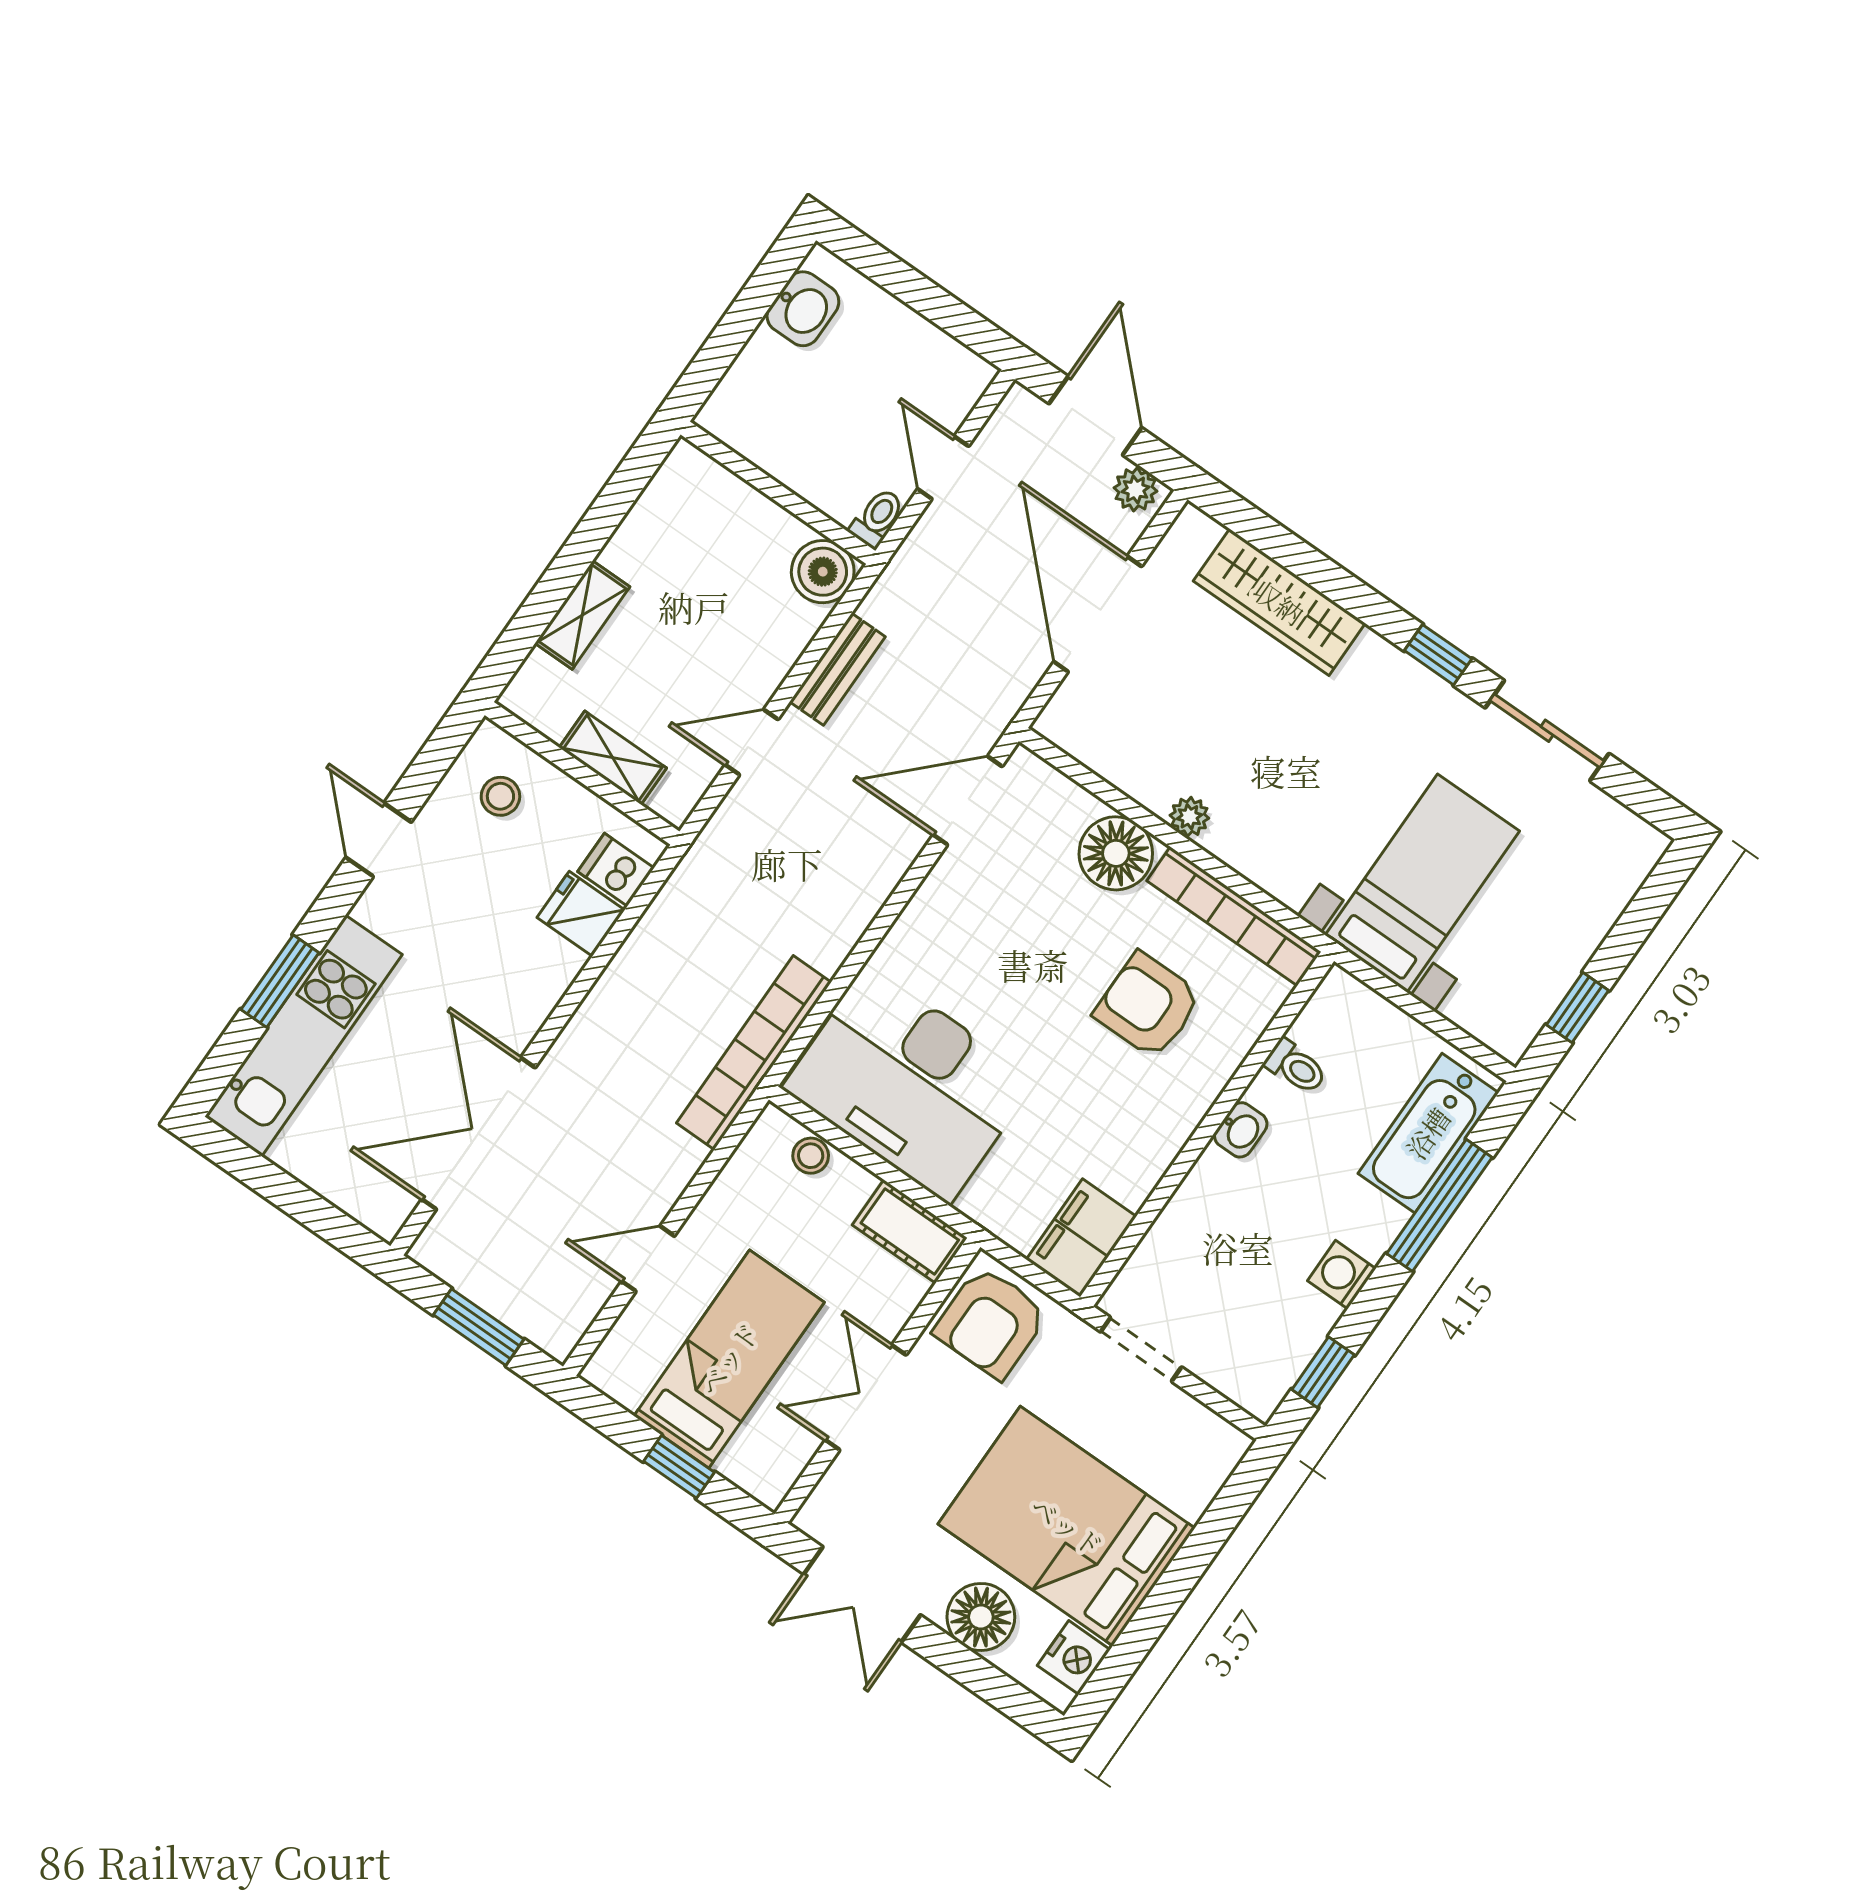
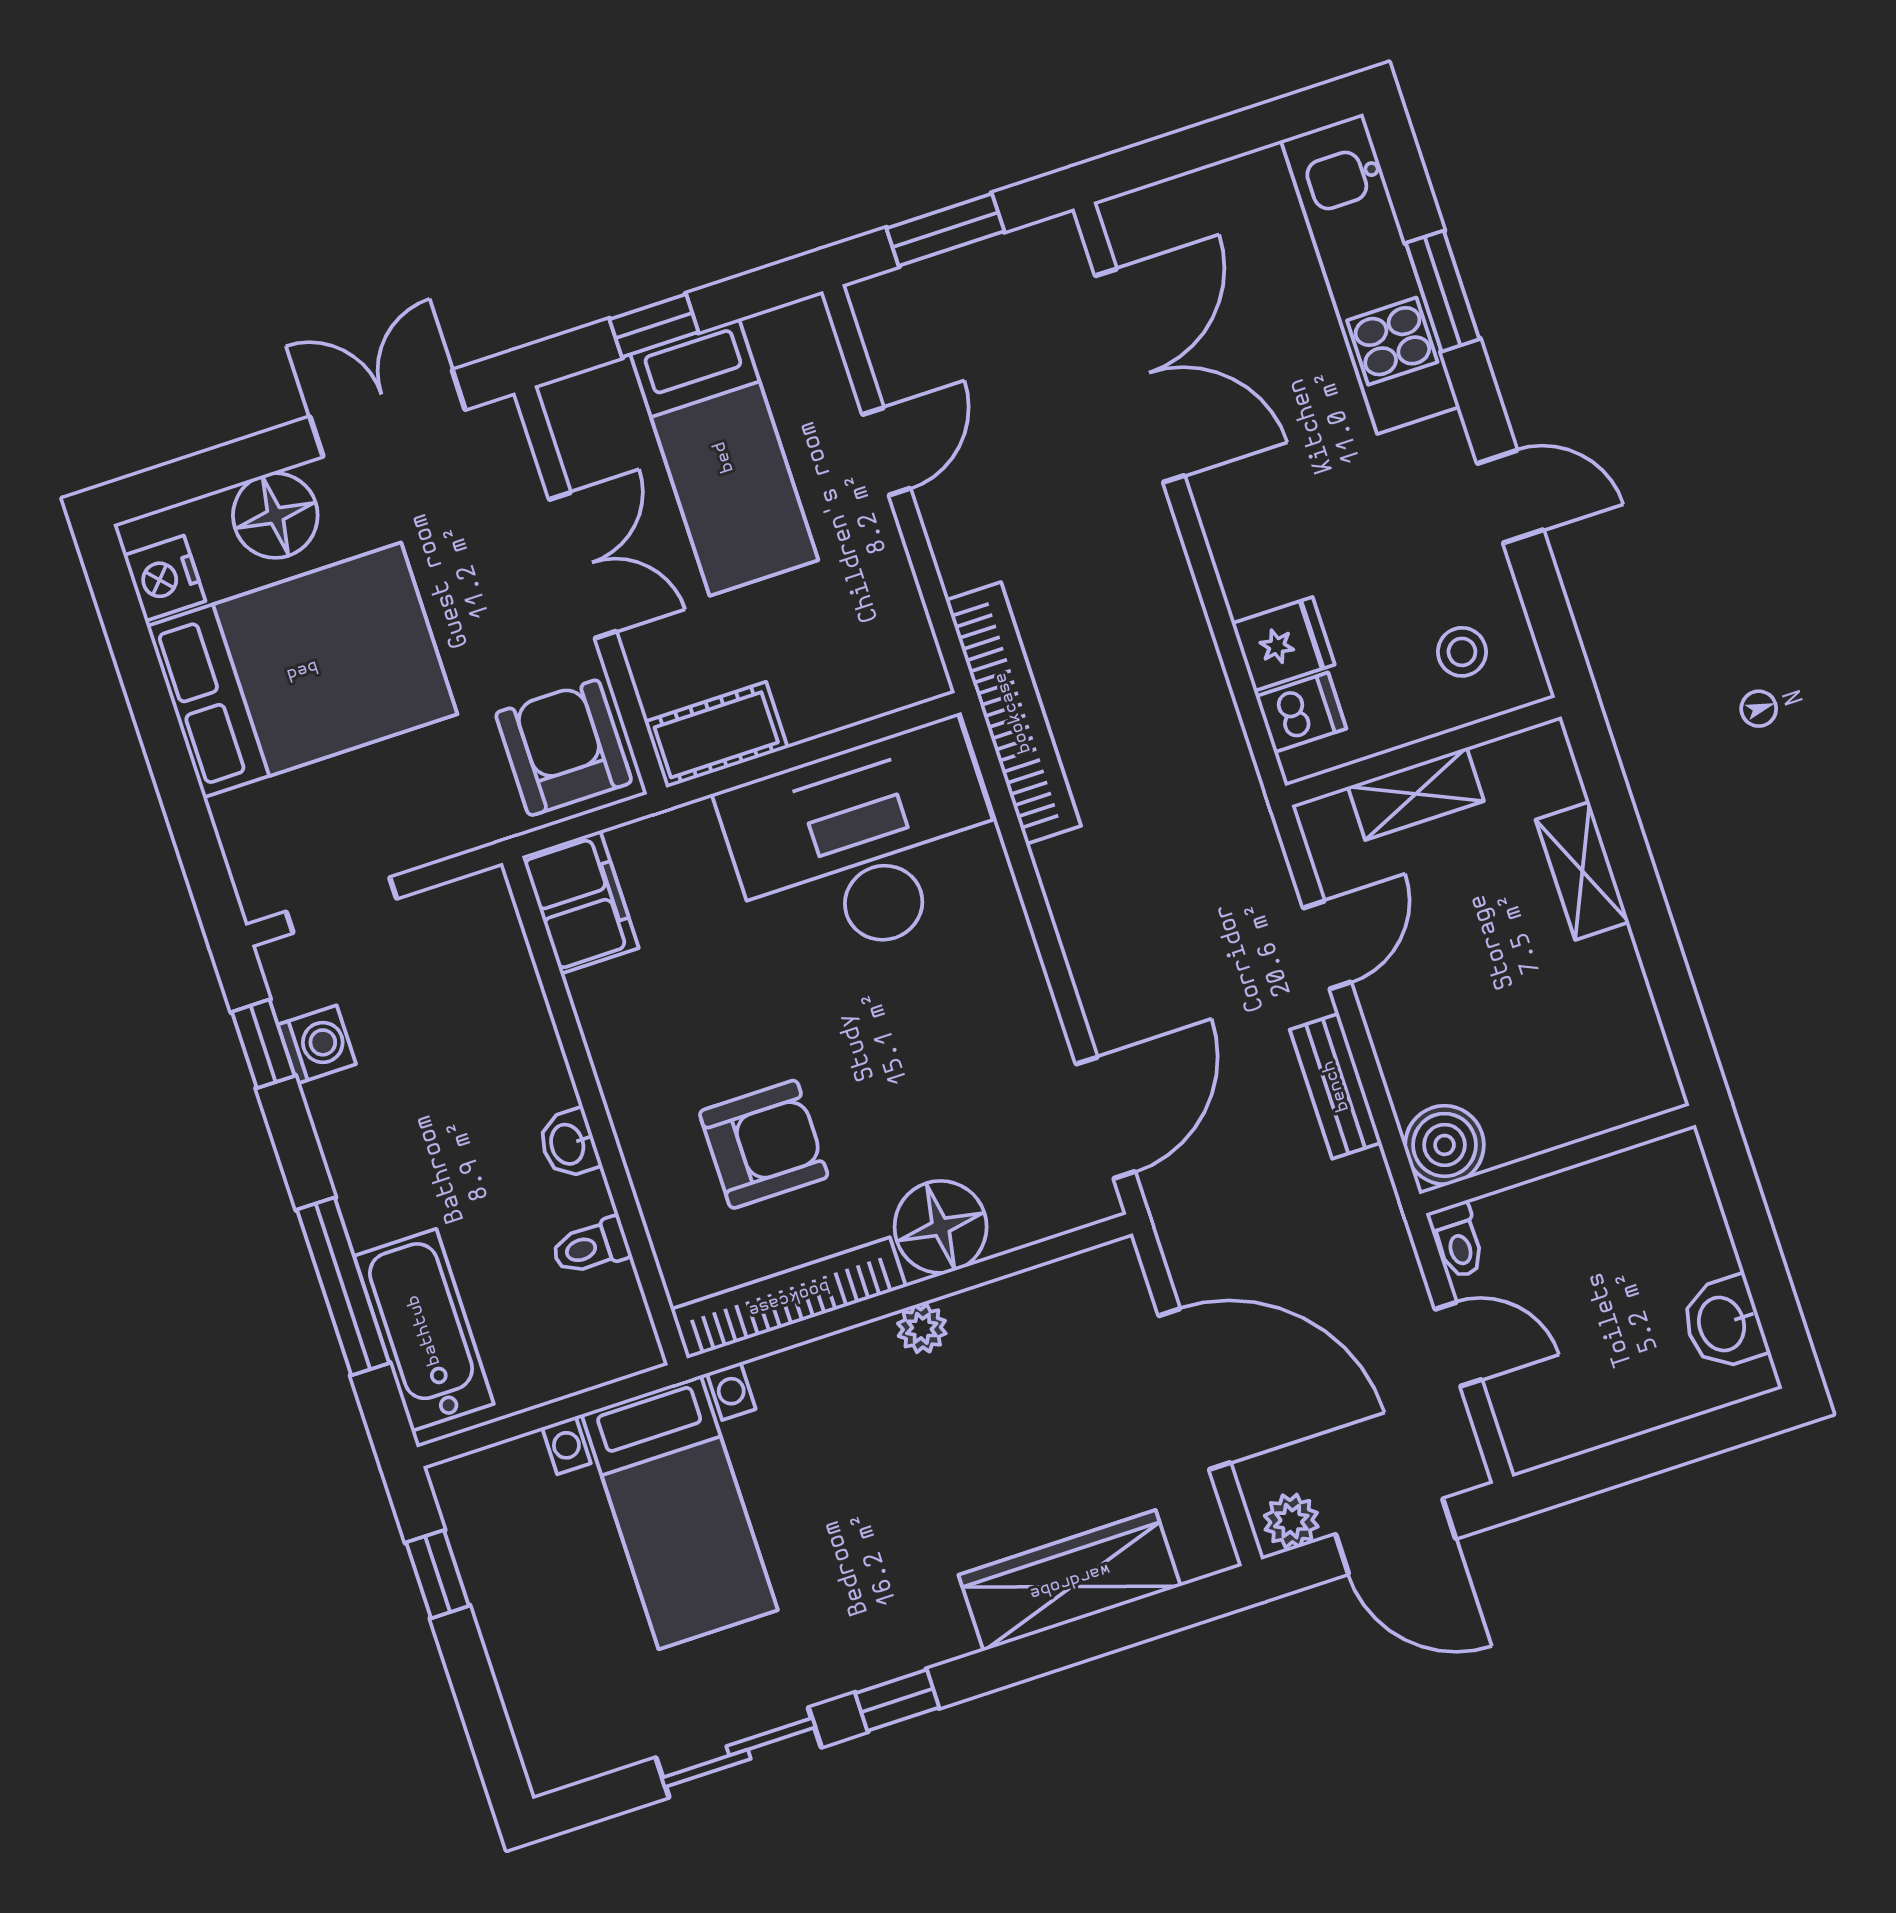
stool: (811, 1156) -> (867, 692), removed
washing machine: (1342, 1275) -> (317, 1044), moved
doorway: (1141, 1349) -> (341, 905), moved

